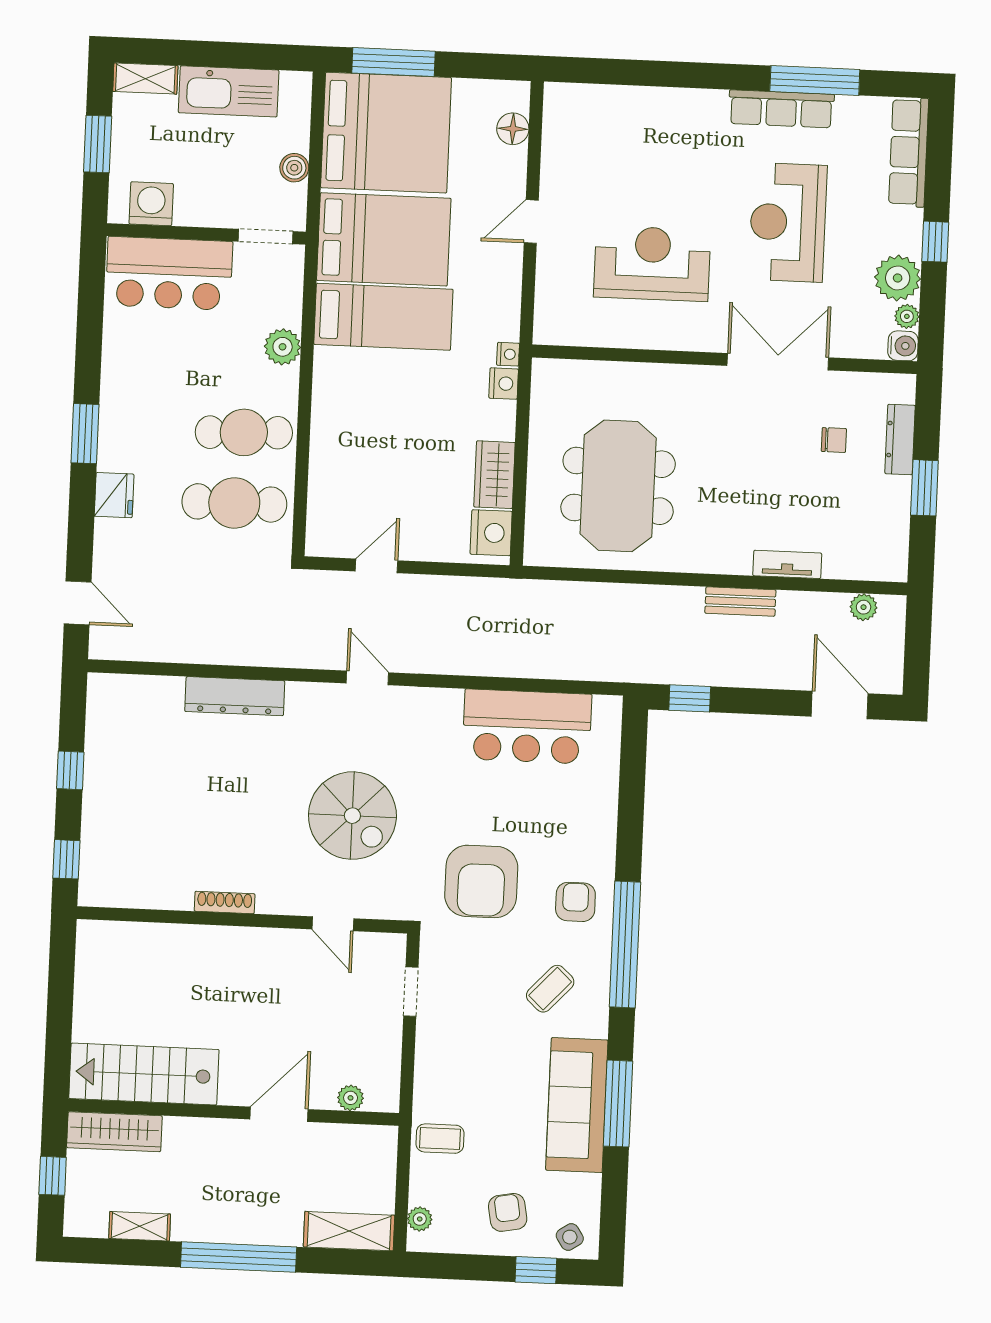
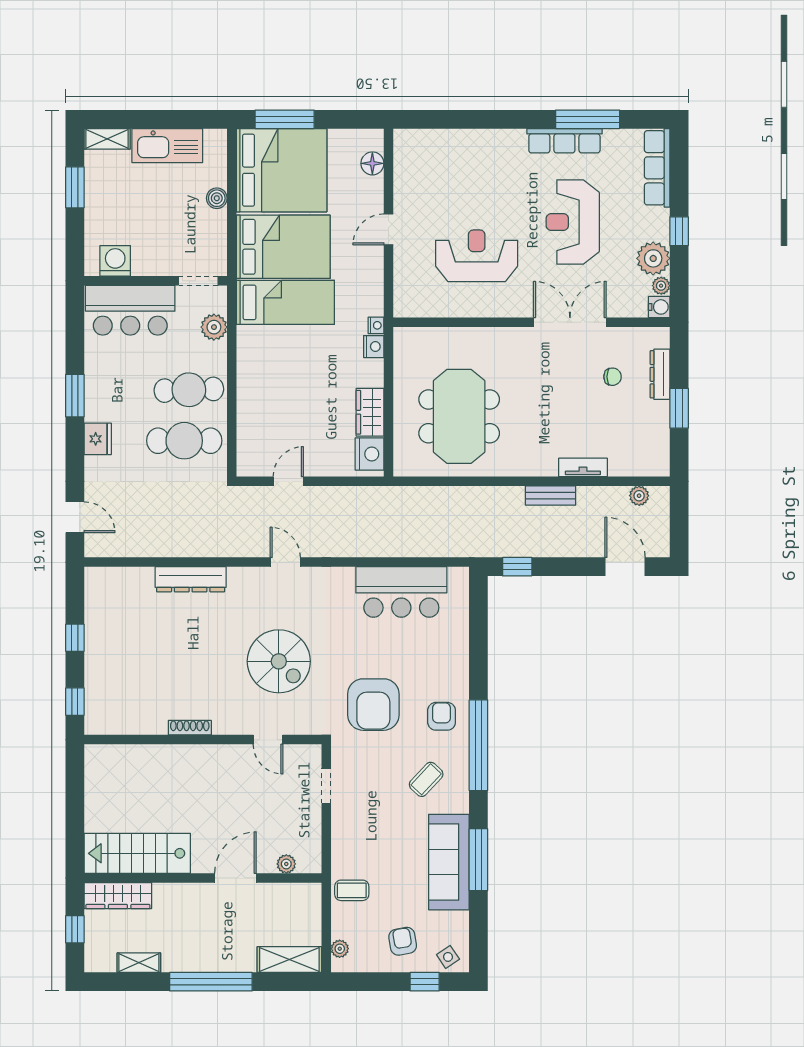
washing machine: (151, 204) -> (115, 261), moved
wall: (206, 234) -> (156, 281), moved
doorway: (266, 236) -> (198, 281), moved
bar counter: (169, 273) -> (130, 310), moved

